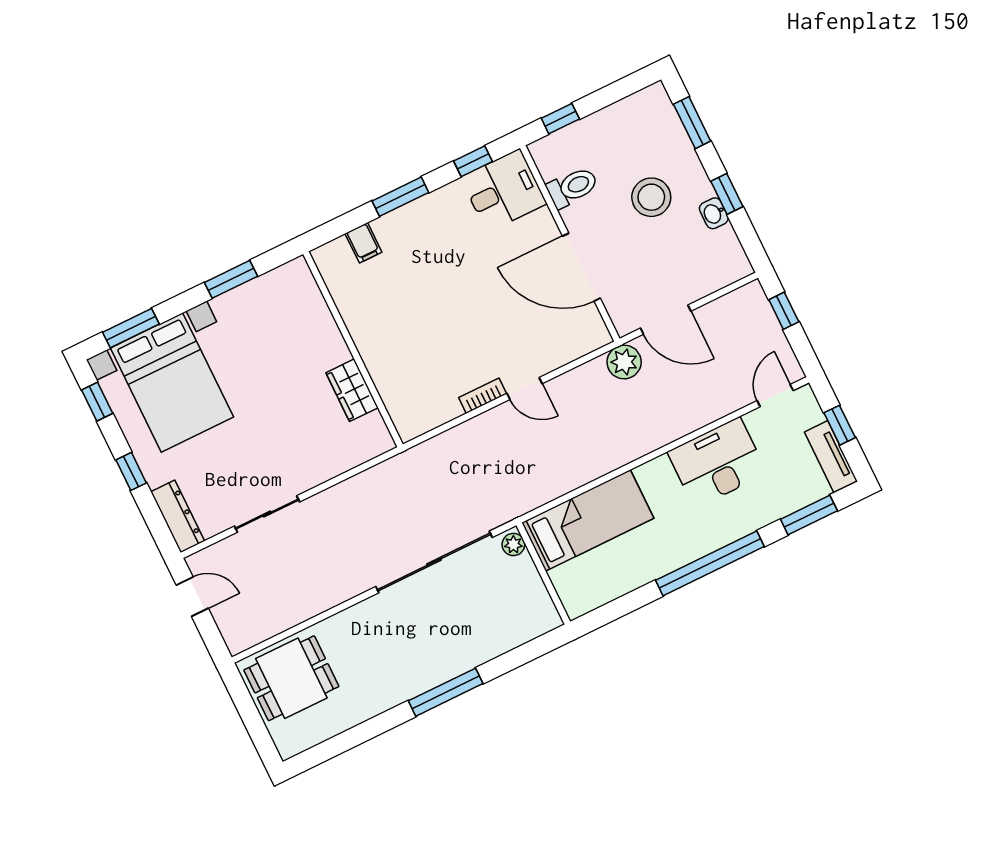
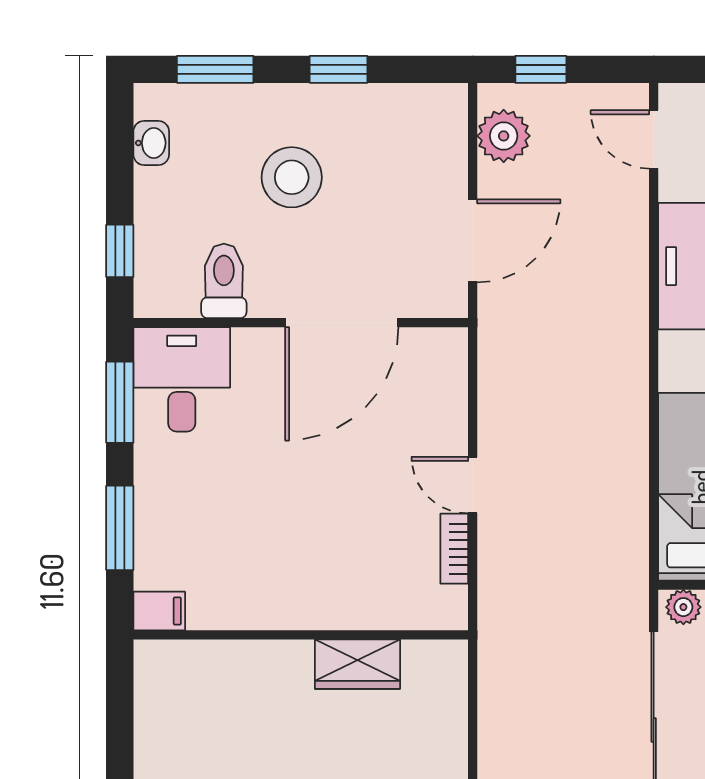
window: (473, 161) -> (120, 402), width x1.50
washbasin: (714, 213) -> (151, 143), moved, turned -90
wall: (353, 349) -> (301, 635), moved
plant: (624, 362) -> (504, 136), moved
door: (524, 388) -> (473, 485), swing flipped
wardrobe: (352, 390) -> (357, 664), moved

